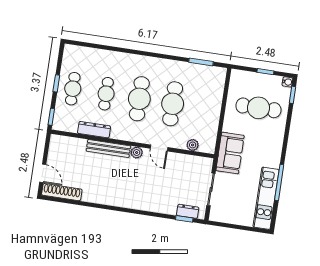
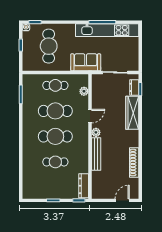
cafe table: (73, 89) -> (55, 85), moved
dresser: (94, 130) -> (84, 186), moved
shoe rack: (62, 192) -> (134, 162), moved
kitchen unit: (266, 198) -> (107, 30), width x1.36
wardrobe: (155, 204) -> (132, 113), added

